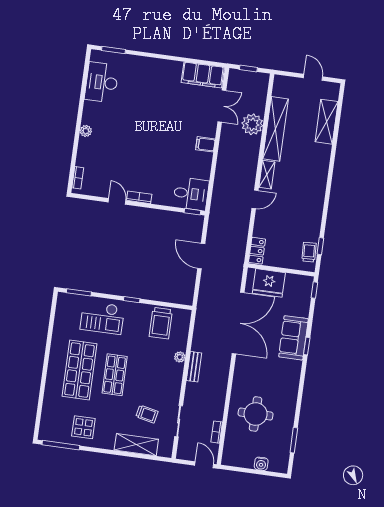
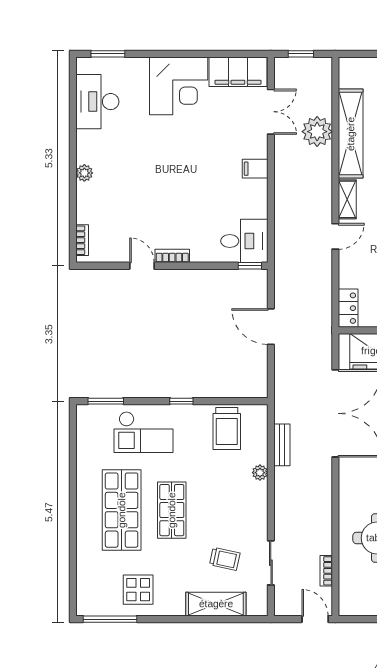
corner desk: (160, 79) -> (179, 86), added
bench: (194, 367) -> (282, 445), moved

